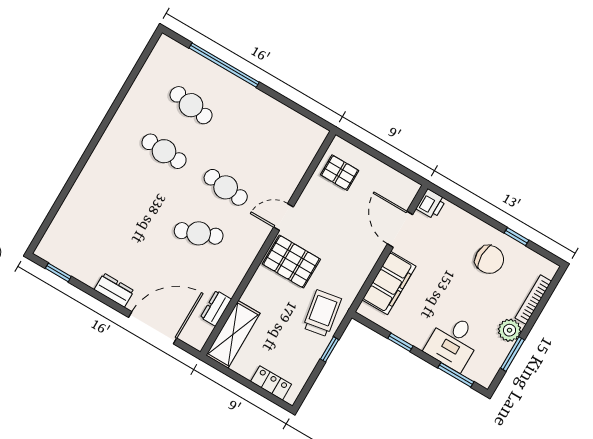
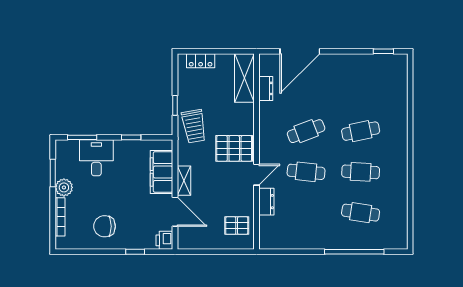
cafe table: (137, 197) -> (361, 131), added
window: (516, 237) -> (135, 252), moved
shelving: (369, 258) -> (184, 181), added
dresser: (114, 290) -> (266, 202), moved, turned -90

